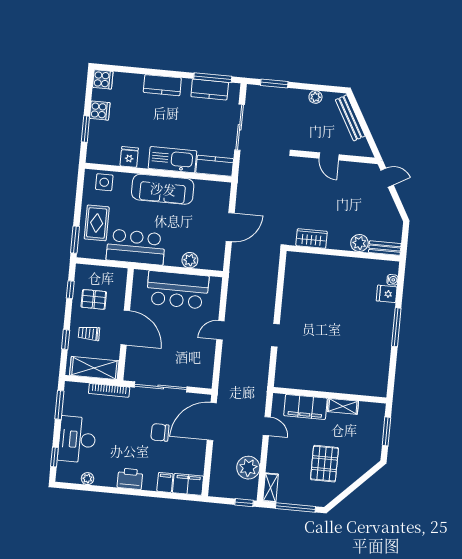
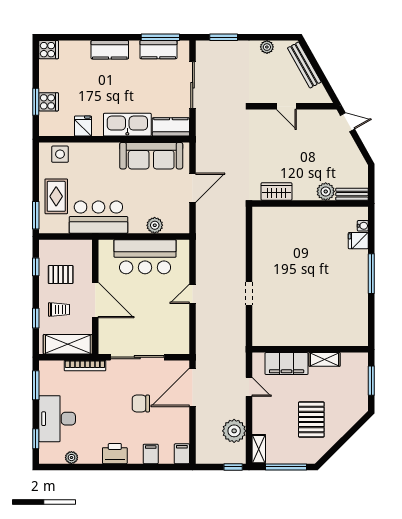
cooker: (100, 111) -> (49, 102), moved
sofa: (163, 189) -> (151, 156), moved
trolley: (89, 333) -> (59, 309), turned 180
filing cabinet: (188, 484) -> (182, 454), width x0.50

